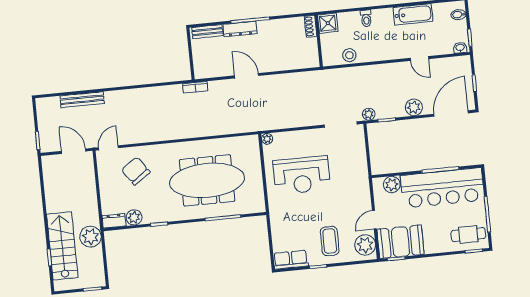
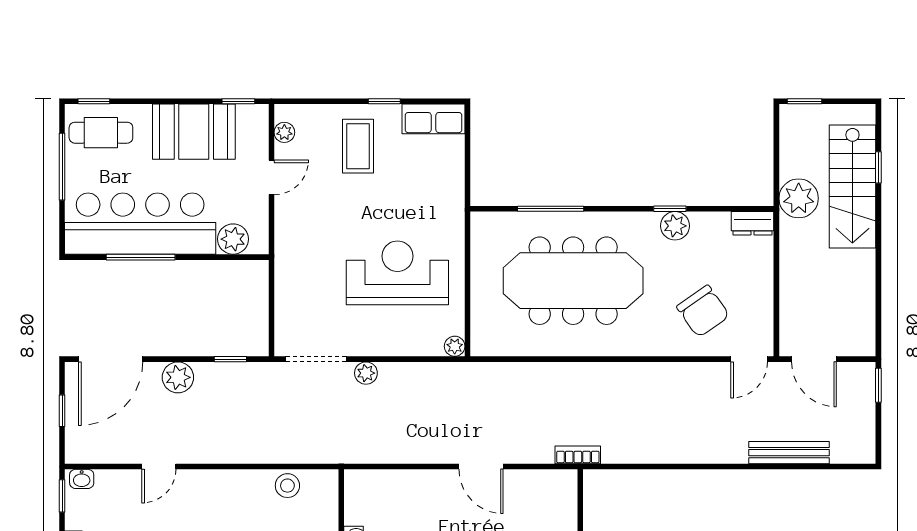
door: (419, 58) -> (159, 467), swing flipped
plant: (369, 114) -> (366, 373), moved
plant: (134, 217) -> (675, 226), moved
booth: (400, 242) -> (194, 132), moved
plant: (365, 245) -> (284, 132), width x0.53, depth x0.53

